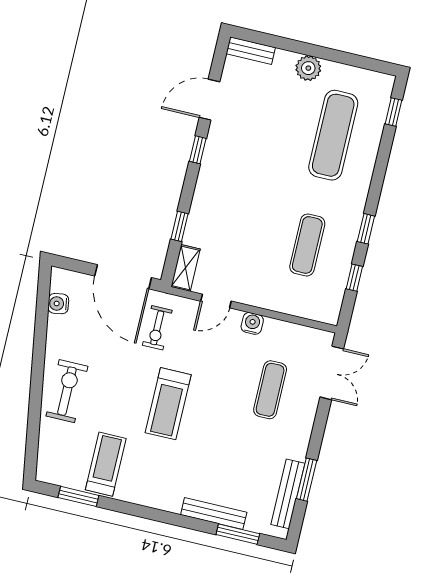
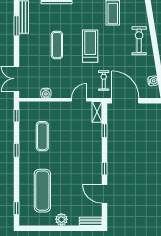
door: (210, 100) -> (104, 194), swing flipped
window: (354, 278) -> (17, 116), moved
water cooler: (252, 323) -> (46, 93), moved
exercise mat: (270, 390) -> (57, 45), moved
exercise bike: (67, 391) -> (139, 41), turned 180

